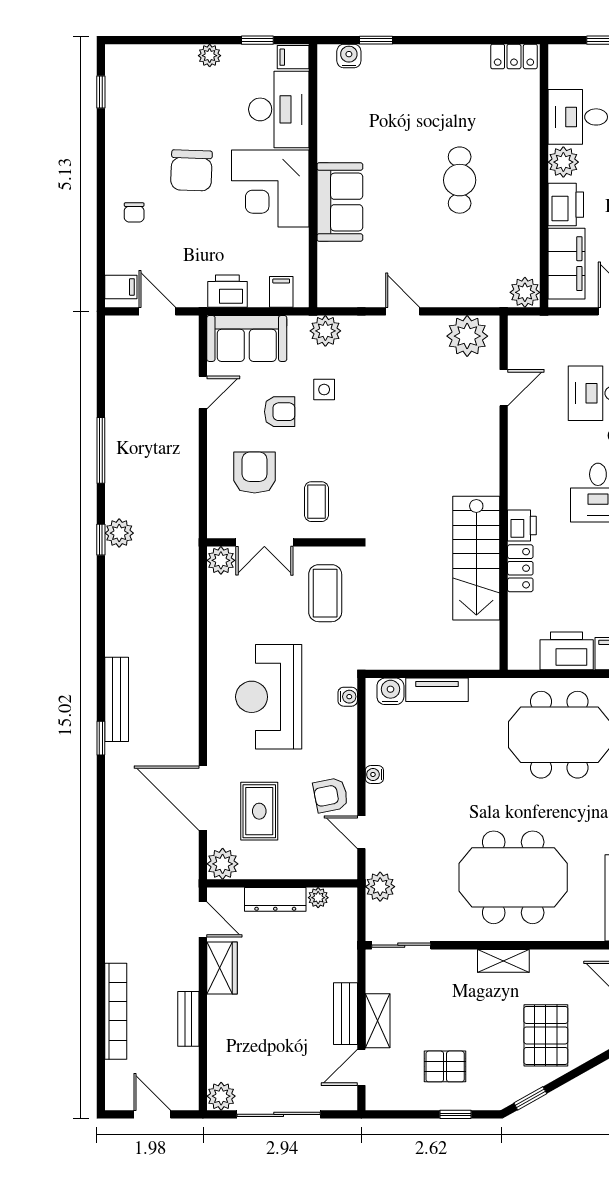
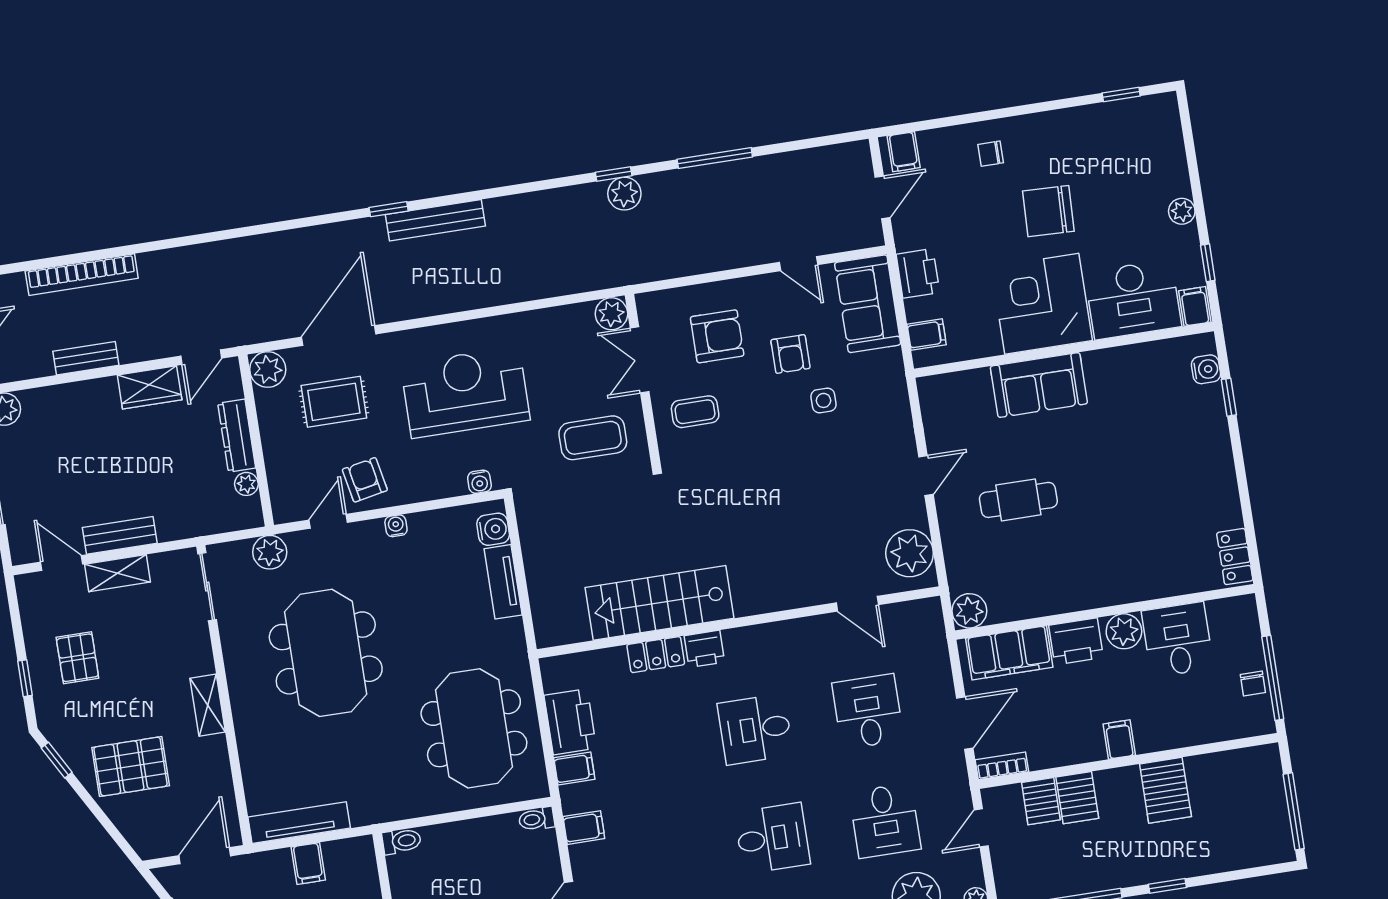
cafe table: (460, 180) -> (1018, 500), moved
plant: (325, 331) -> (890, 392), removed
meeting table: (513, 877) -> (326, 653), moved

